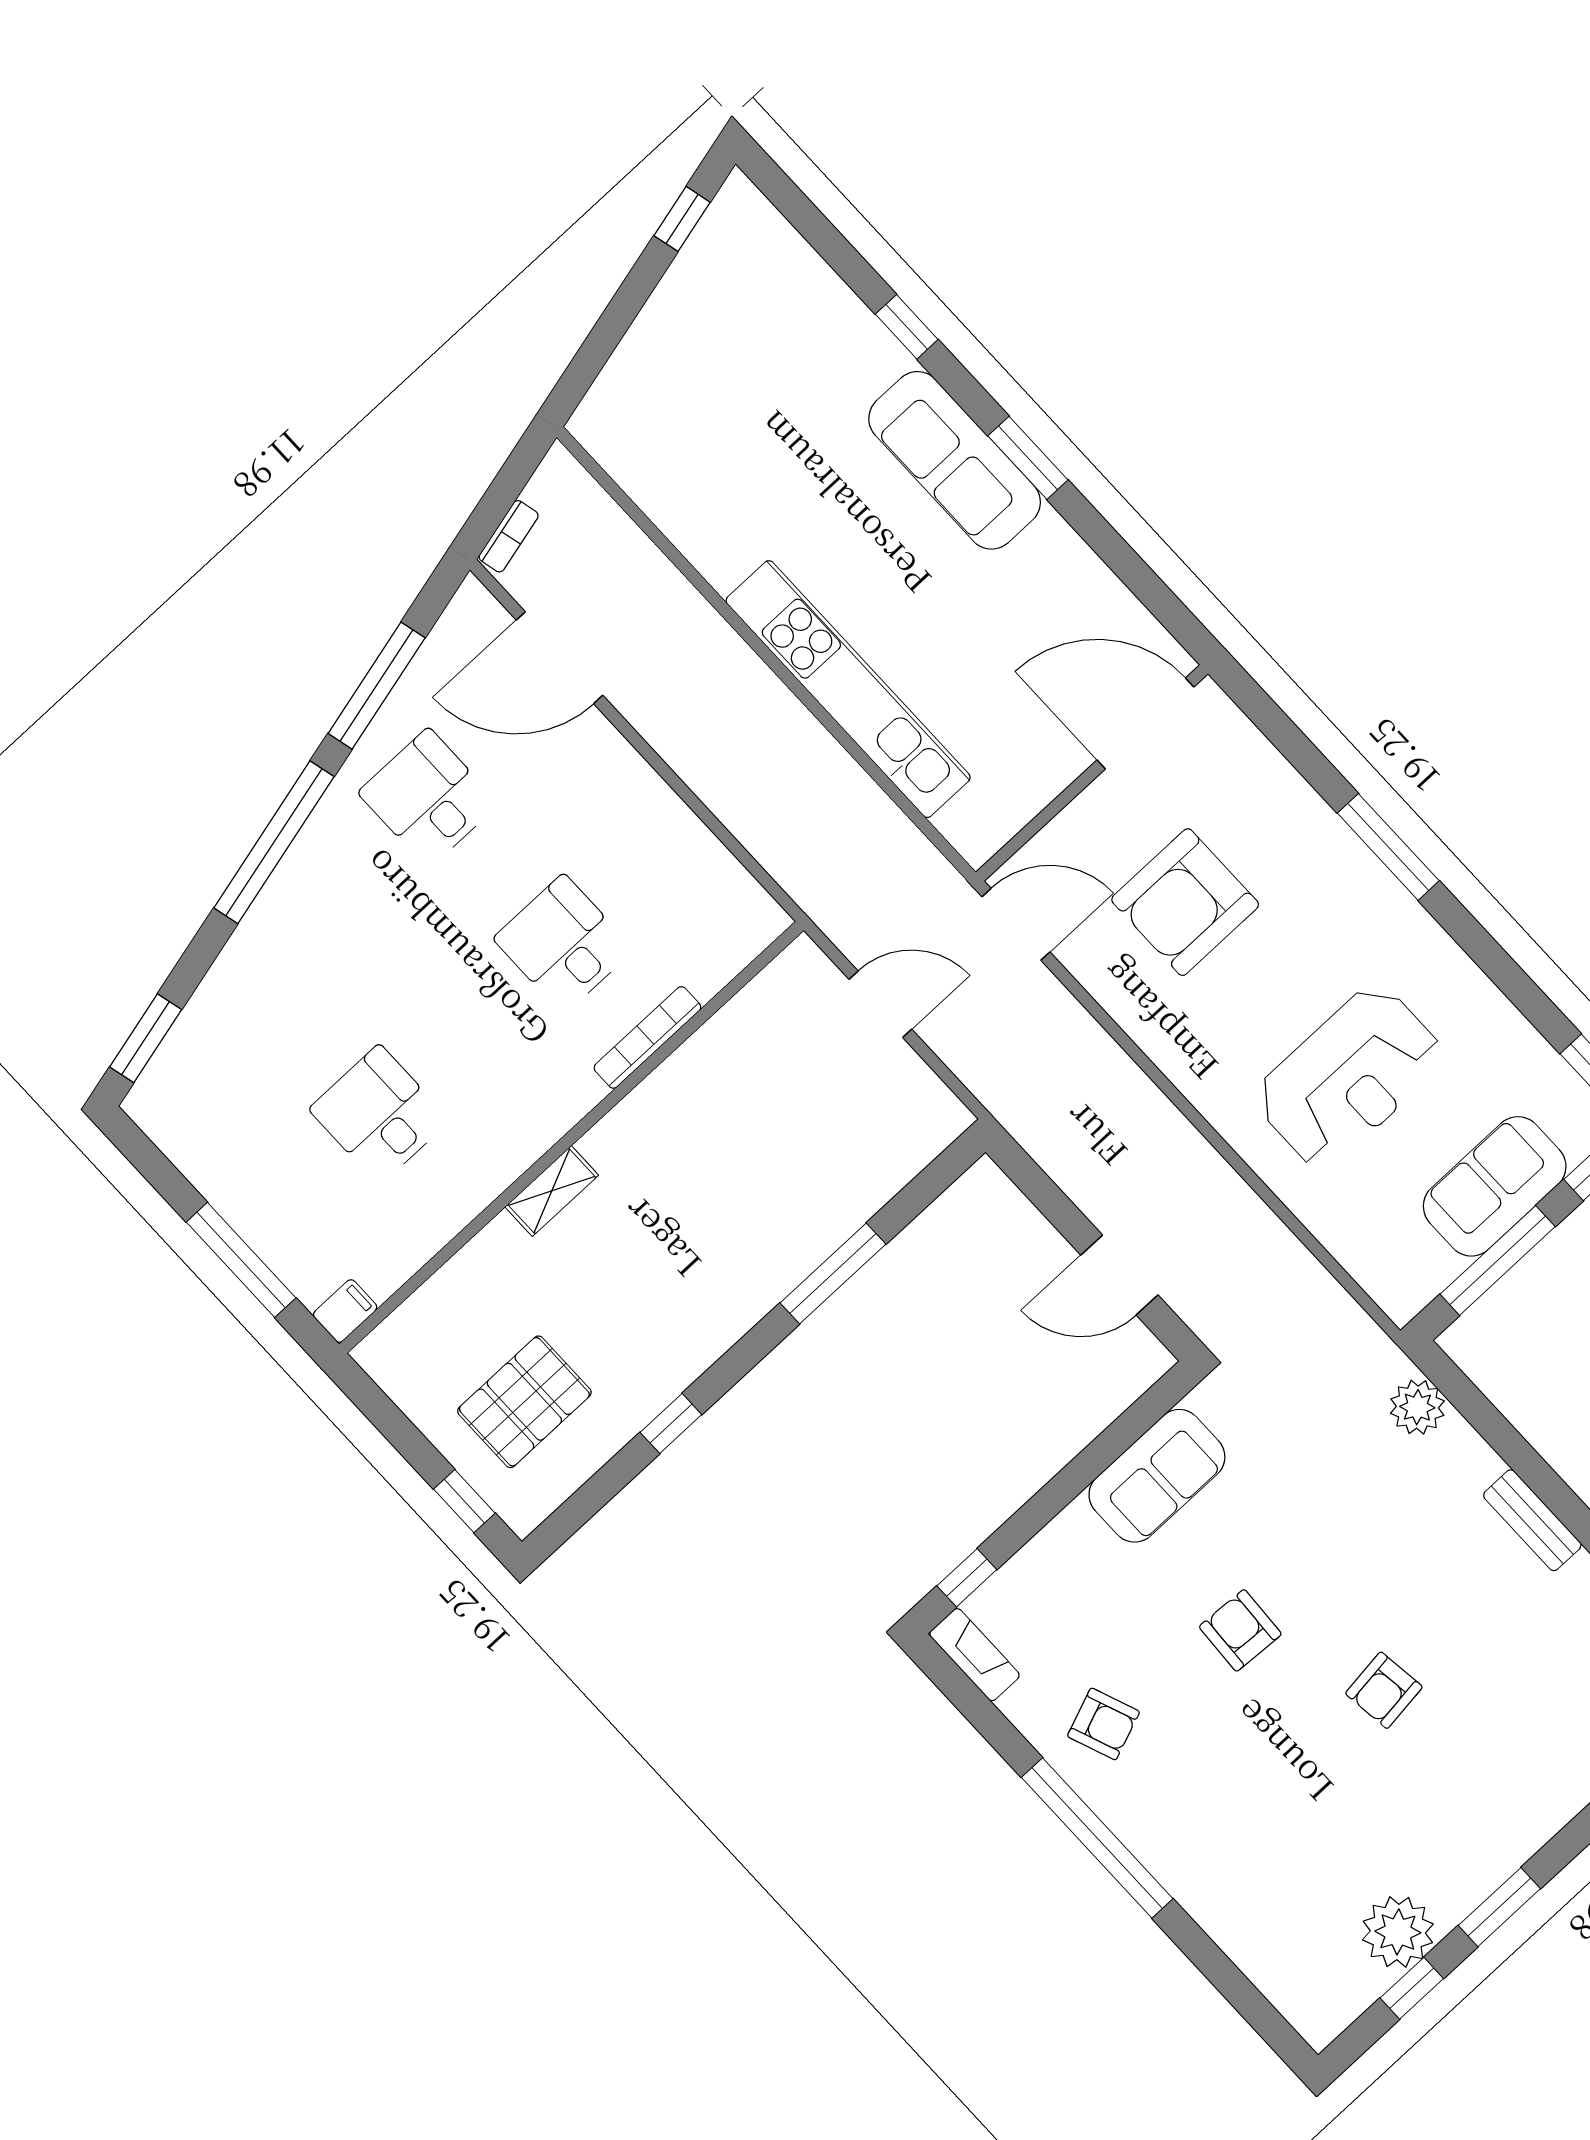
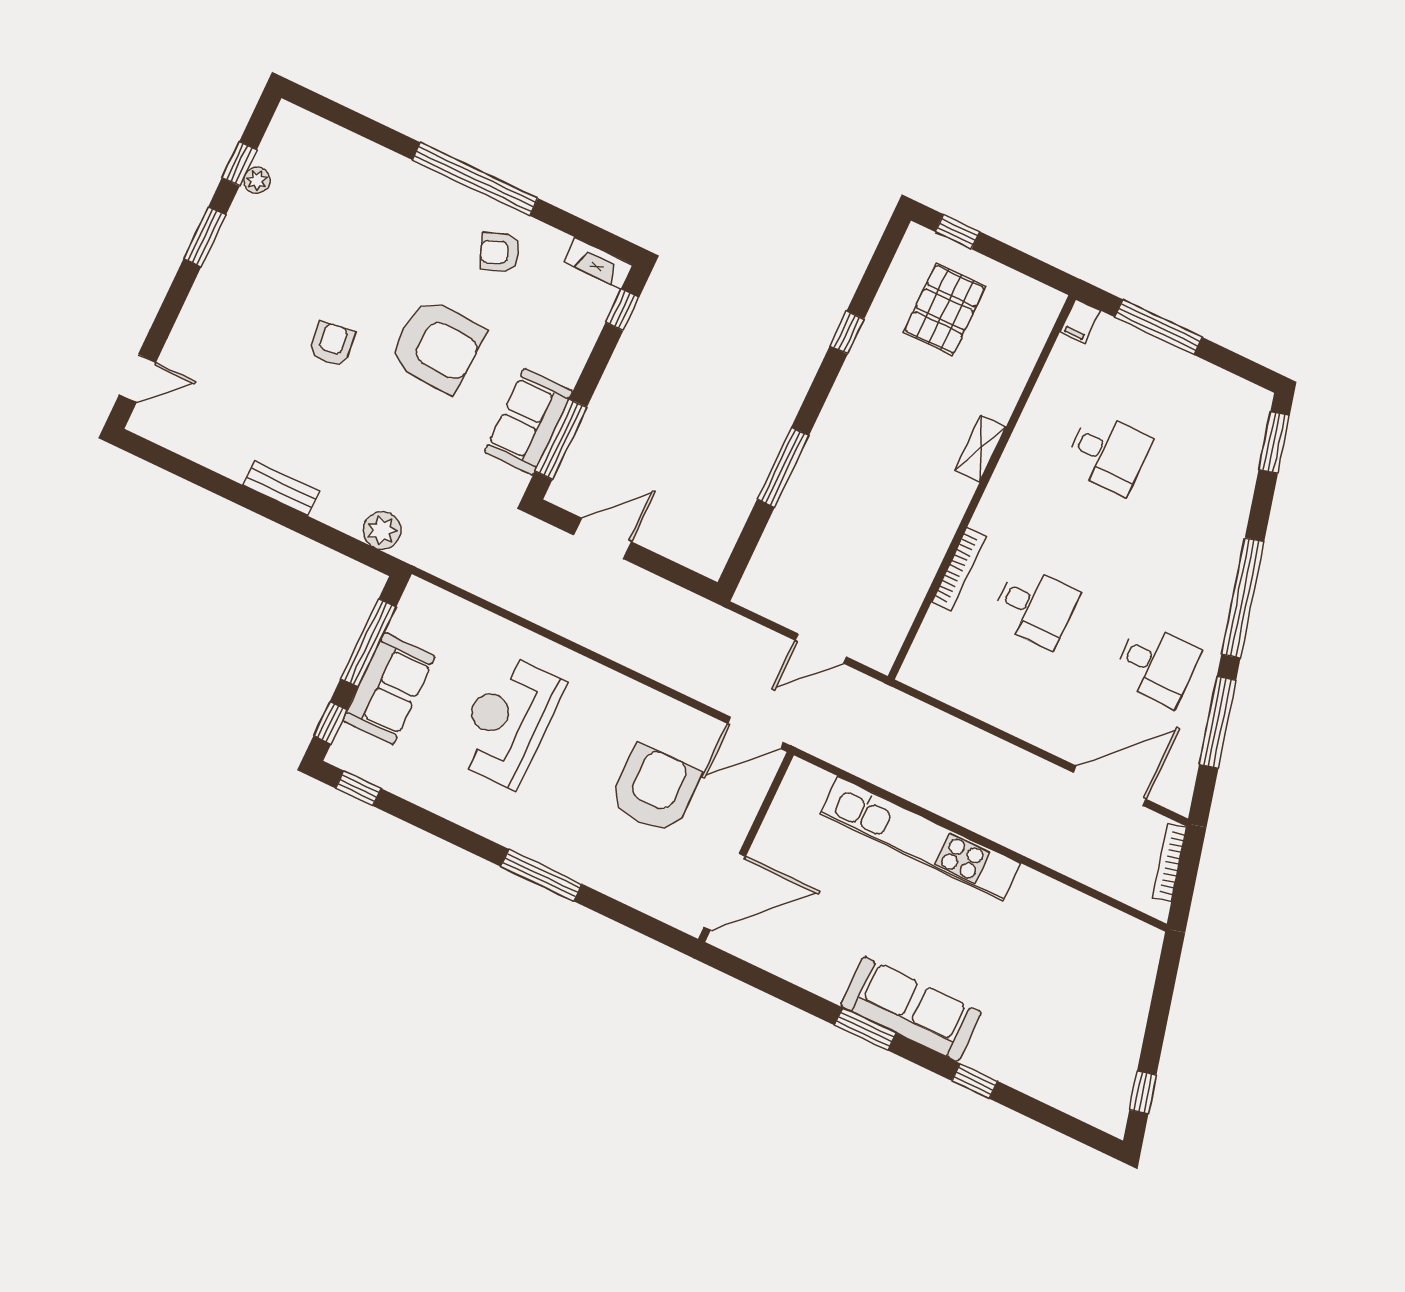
bookcase: (509, 536) -> (1169, 863), width x1.56
window: (1122, 1434) -> (561, 439), added
armchair: (1240, 1630) -> (437, 346), width x1.88, depth x1.88
plant: (1398, 1932) -> (257, 180), width x0.53, depth x0.53

